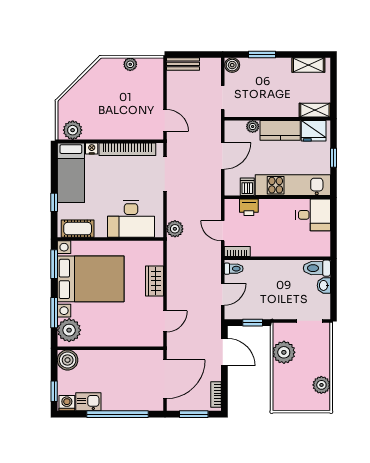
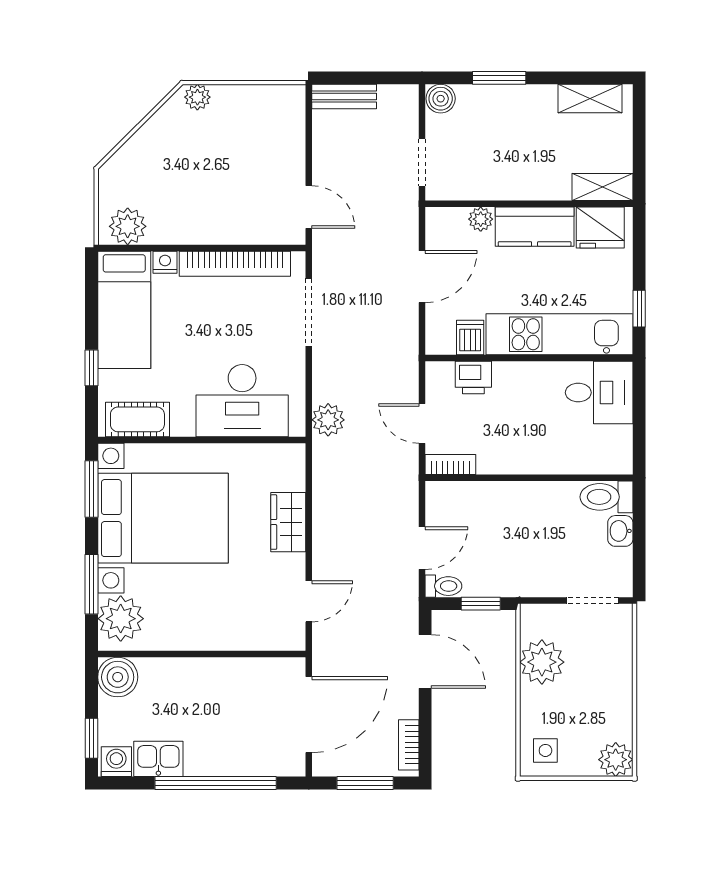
plant: (130, 64) -> (197, 97), moved
window: (333, 158) -> (639, 309), moved
toilet: (234, 269) -> (443, 586), moved
plant: (321, 385) -> (616, 760), moved
side table: (286, 397) -> (545, 750), added

